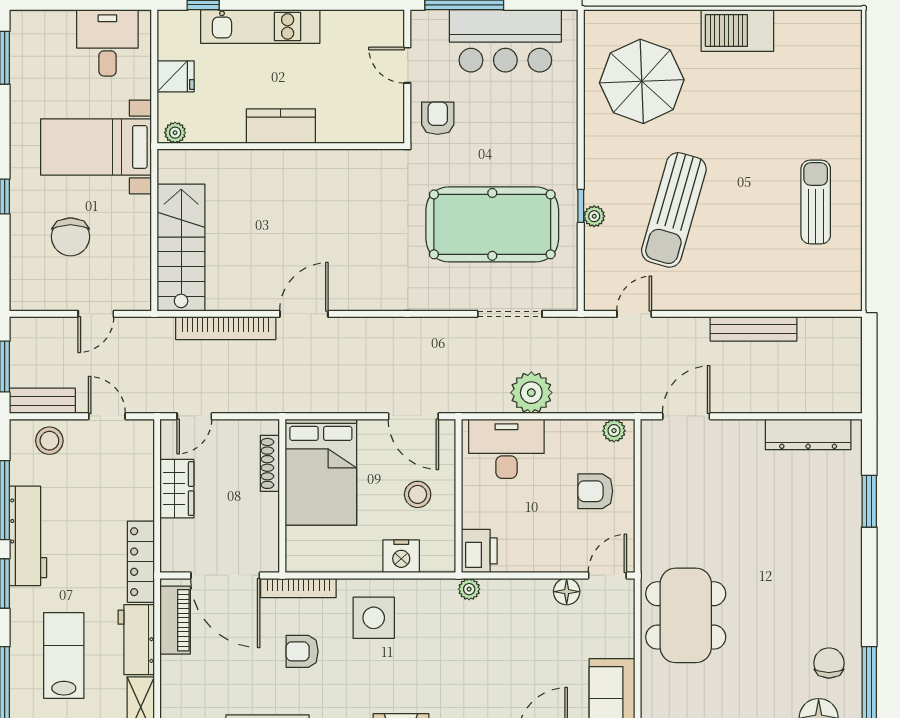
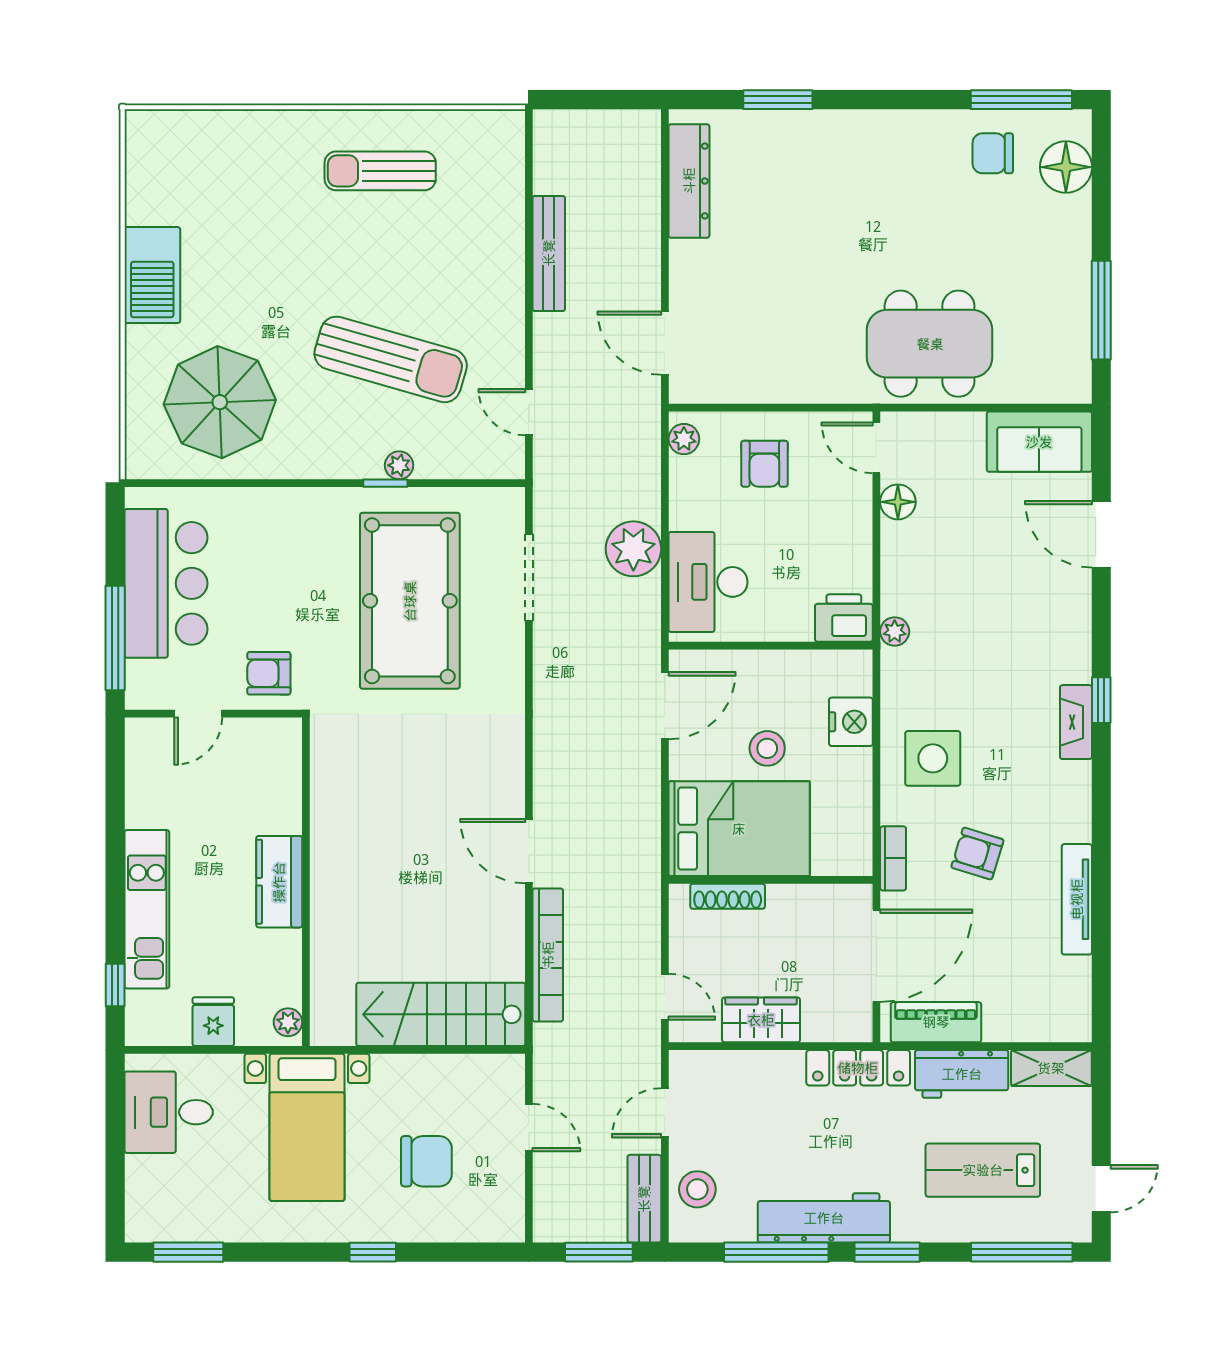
stool: (418, 494) -> (767, 748), moved
bookcase: (298, 588) -> (893, 858), width x0.64
armchair: (302, 651) -> (977, 854), turned 107

